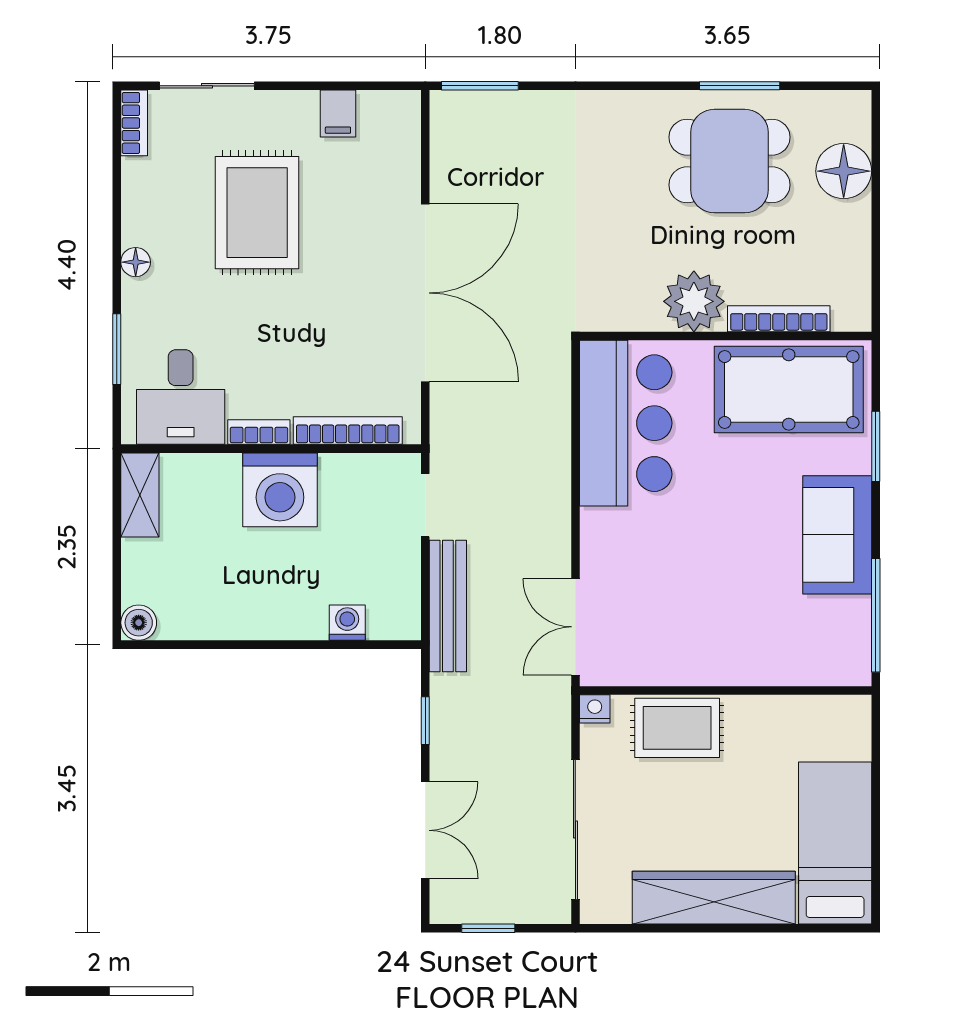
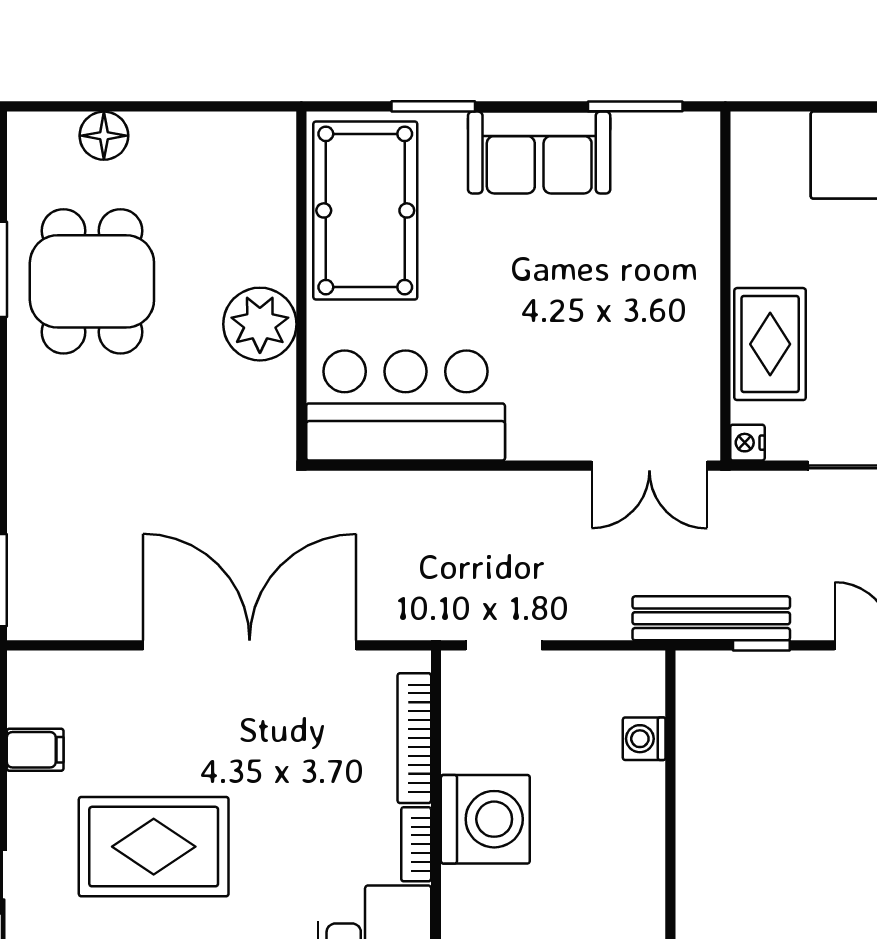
floor lamp: (844, 171) -> (104, 136), width x0.73, depth x0.73
bookcase: (779, 319) -> (281, 222), removed
bench: (448, 606) -> (711, 618), moved
window: (876, 615) -> (635, 106), width x0.69

